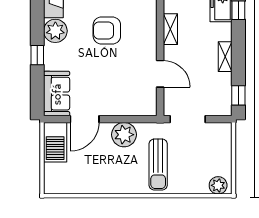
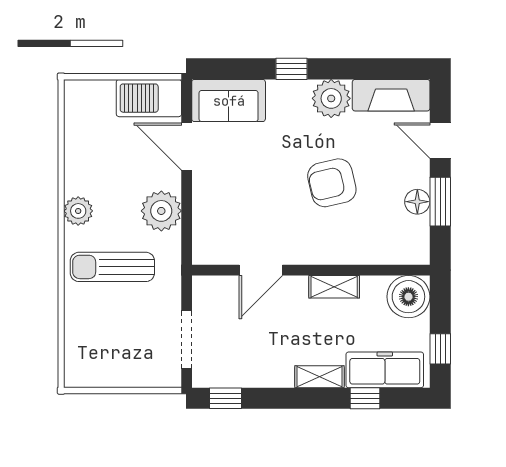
armchair: (107, 30) -> (332, 183), turned -103
shelving: (225, 57) -> (319, 377), moved
doorway: (188, 119) -> (187, 340), moved
plant: (218, 185) -> (78, 211), moved

